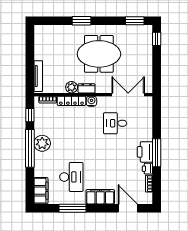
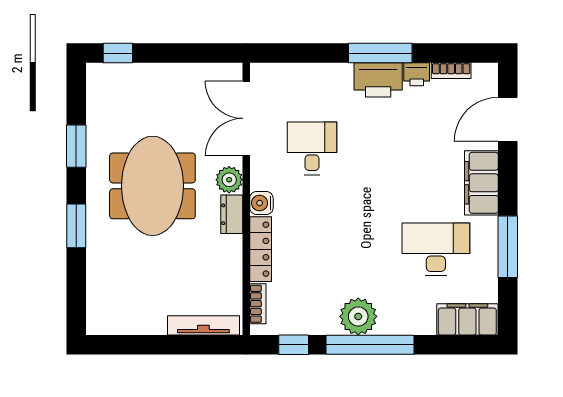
window: (135, 21) -> (76, 146), moved
plant: (72, 87) -> (229, 180), moved
desk: (115, 123) -> (312, 148), turned 180

